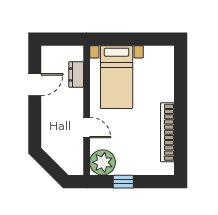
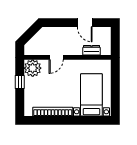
bed with nightstands: (117, 77) -> (91, 95), moved, turned 90

